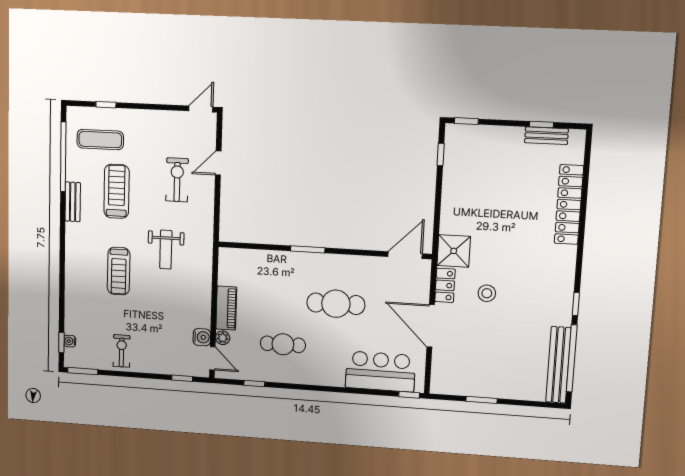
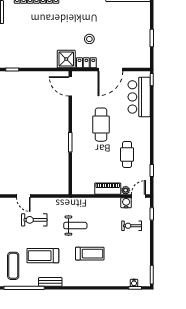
exercise bike: (122, 351) -> (132, 226), moved

